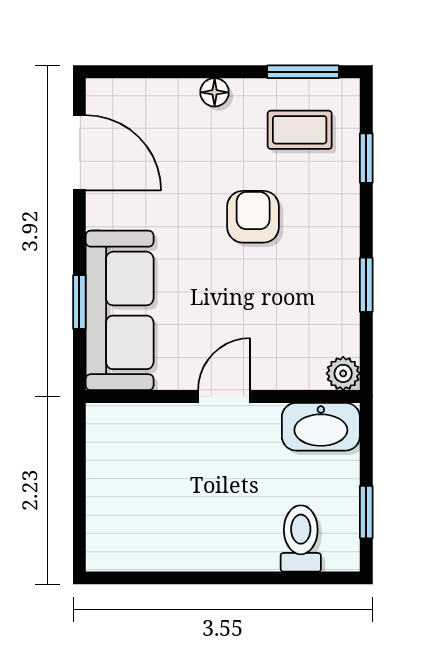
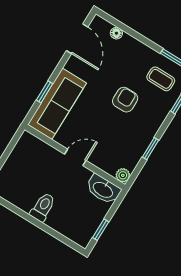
floor lamp: (215, 92) -> (116, 33), moved
toilet: (301, 538) -> (43, 207), moved

